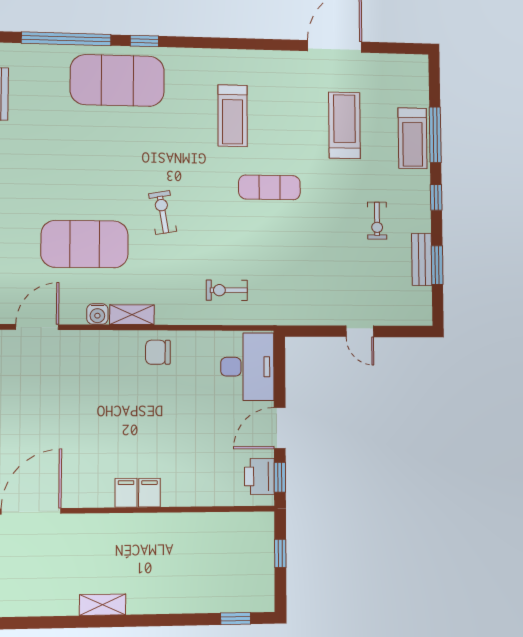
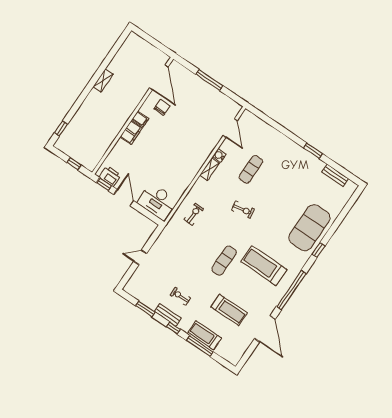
window: (66, 39) -> (291, 290), moved
treadmill: (233, 116) -> (264, 266), width x1.37, depth x1.38
exercise mat: (85, 244) -> (251, 169), width x0.50, depth x0.69
bench: (422, 259) -> (168, 315), moved
chair: (158, 352) -> (162, 107), moved
filing cabinet: (149, 493) -> (131, 132), width x2.00

